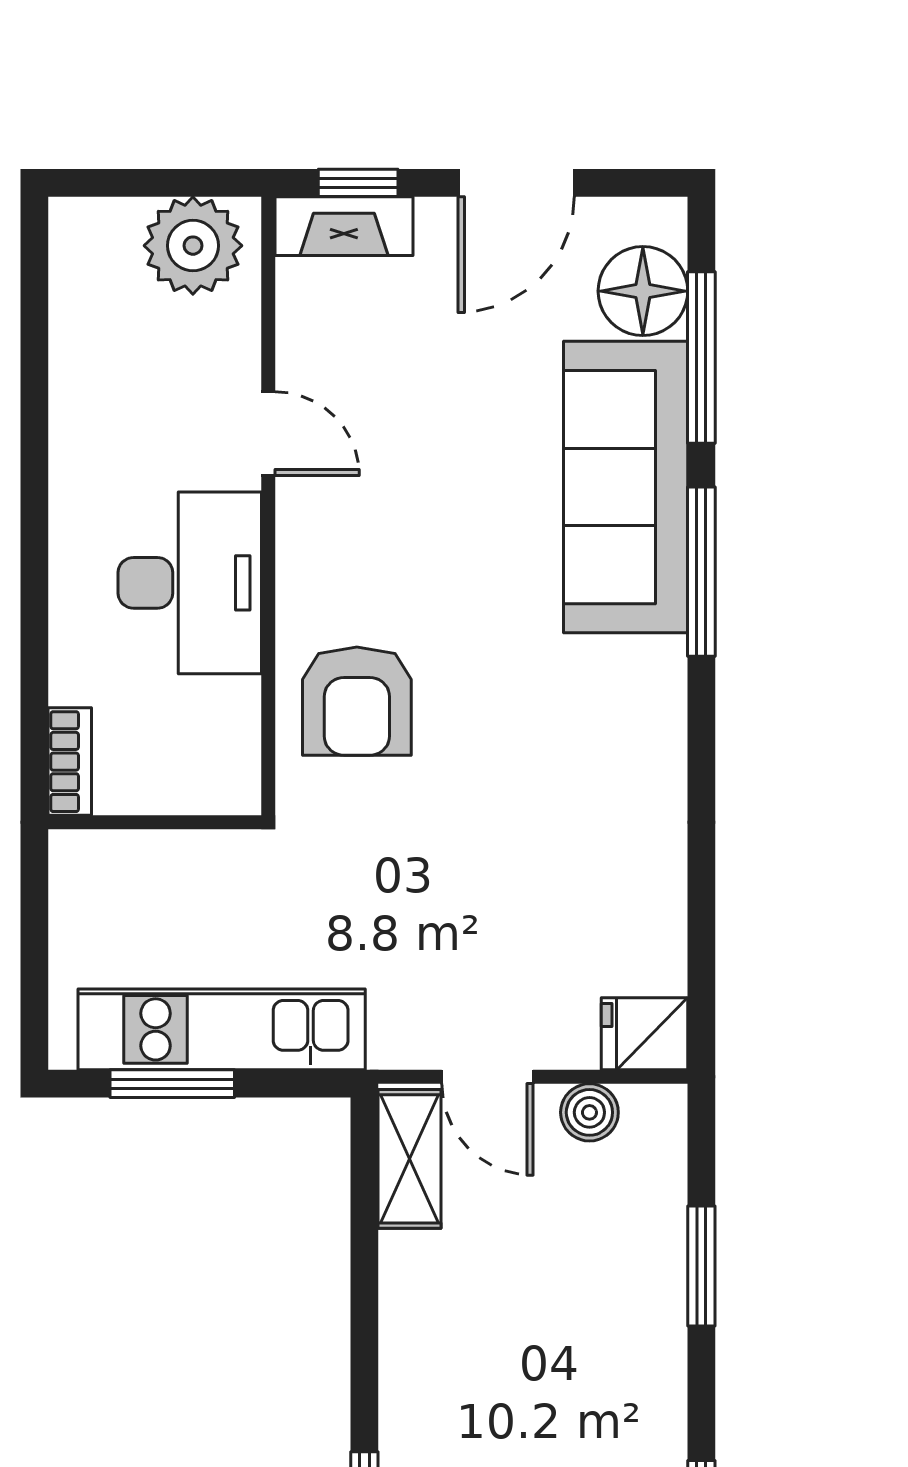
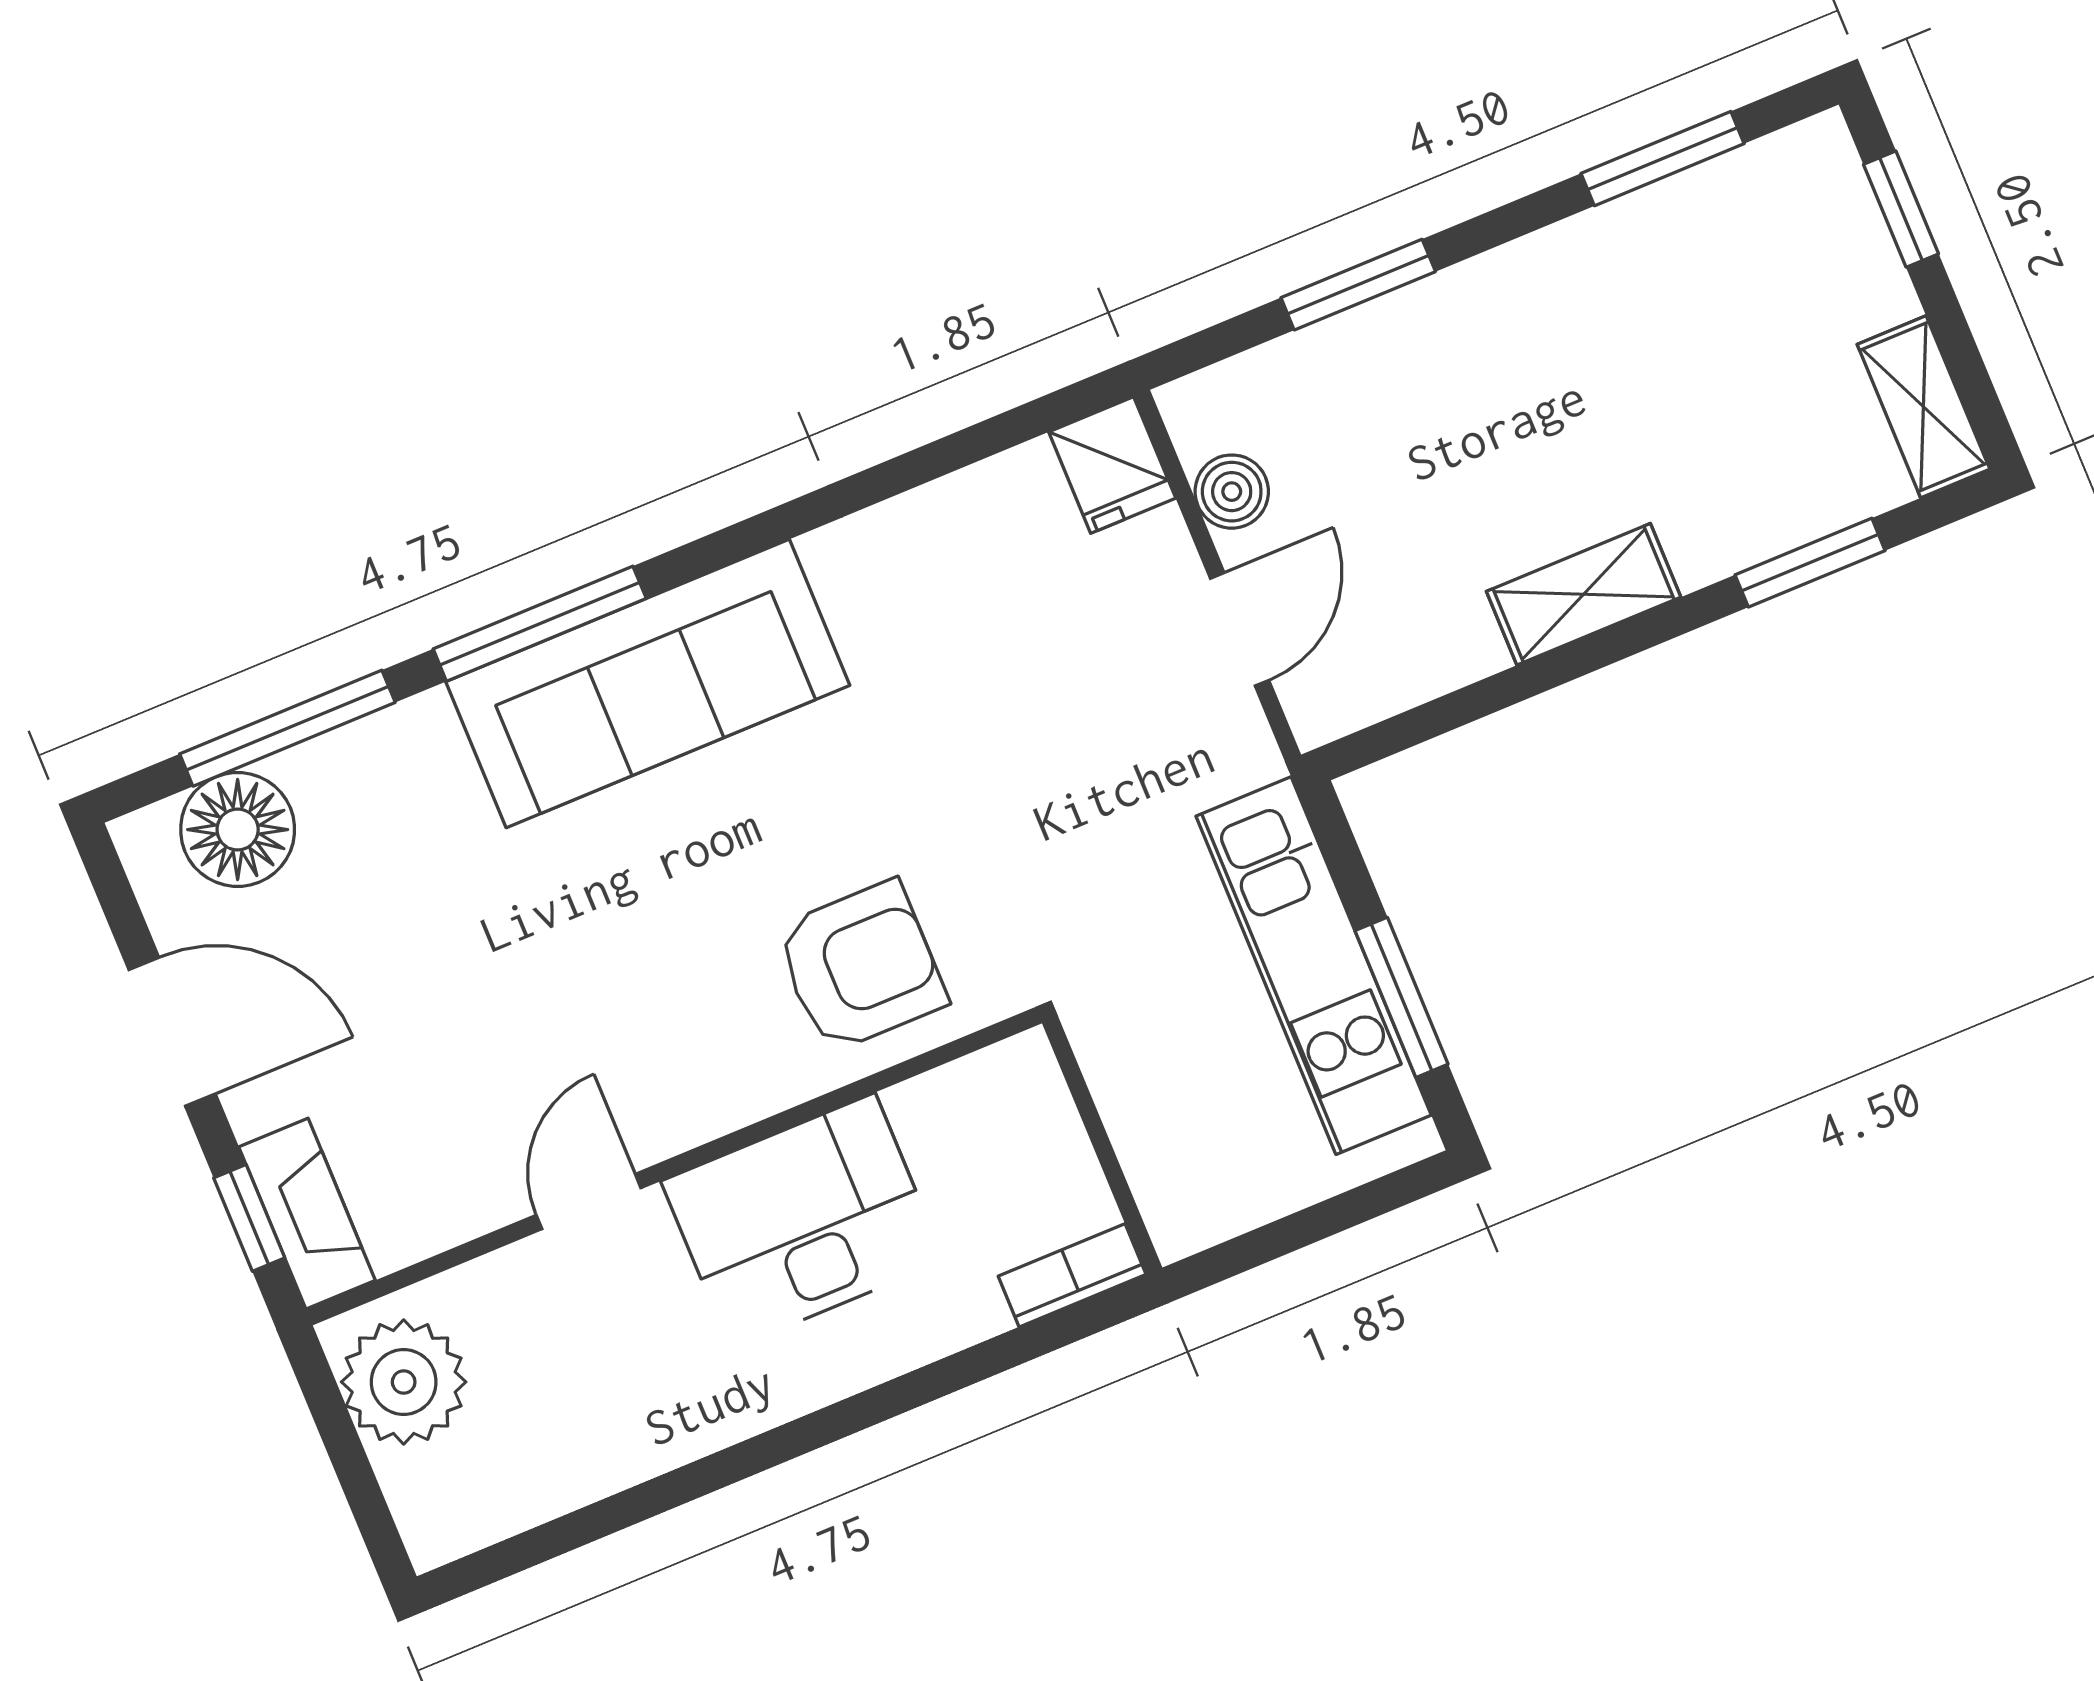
sofa: (626, 487) -> (648, 683), moved
shelving: (410, 1159) -> (1584, 594), moved

